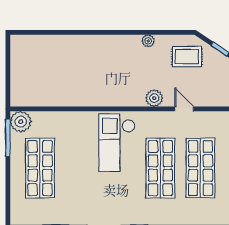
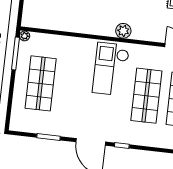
plant: (154, 98) -> (123, 31), moved
plant: (21, 122) -> (25, 36), width x0.53, depth x0.53

